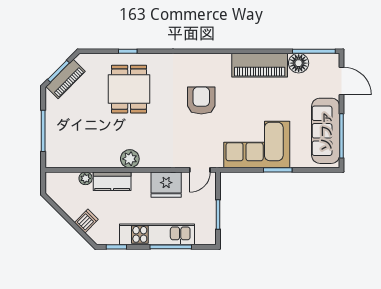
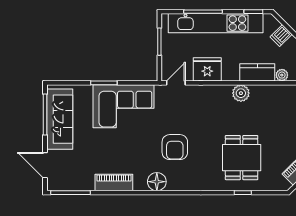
floor lamp: (299, 63) -> (157, 182), moved
piano: (260, 65) -> (114, 183), width x0.73, depth x0.75
kitchen unit: (157, 234) -> (216, 23), width x1.36

